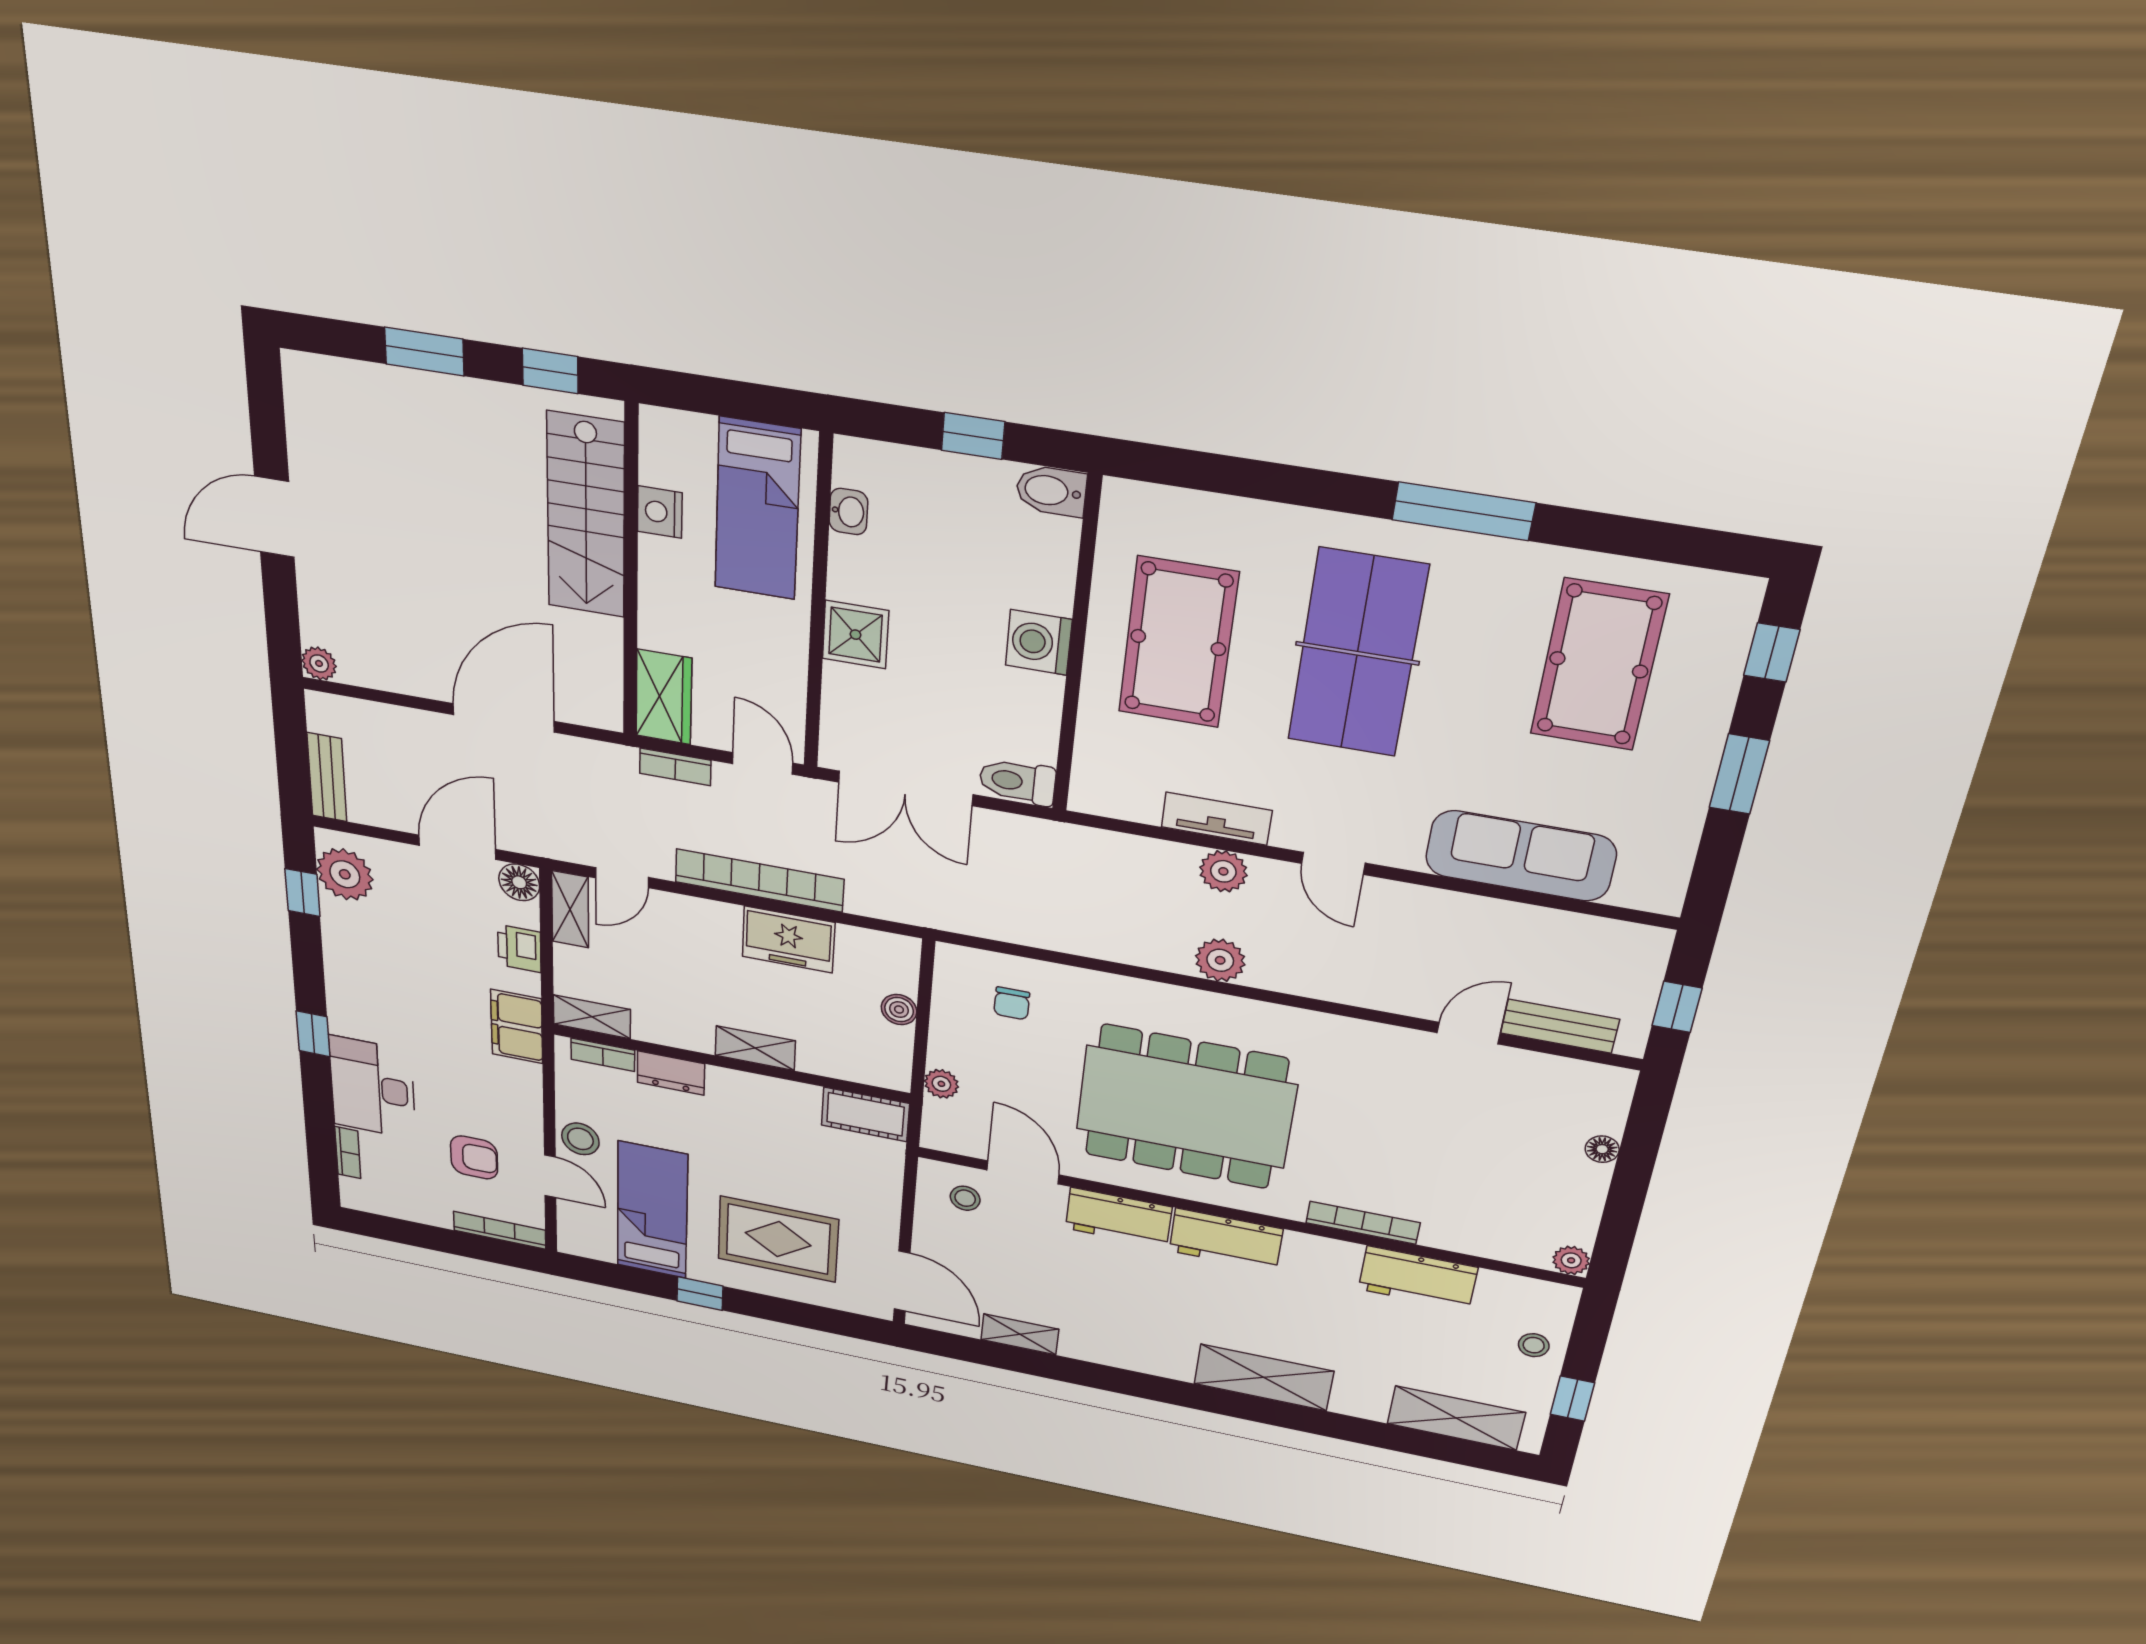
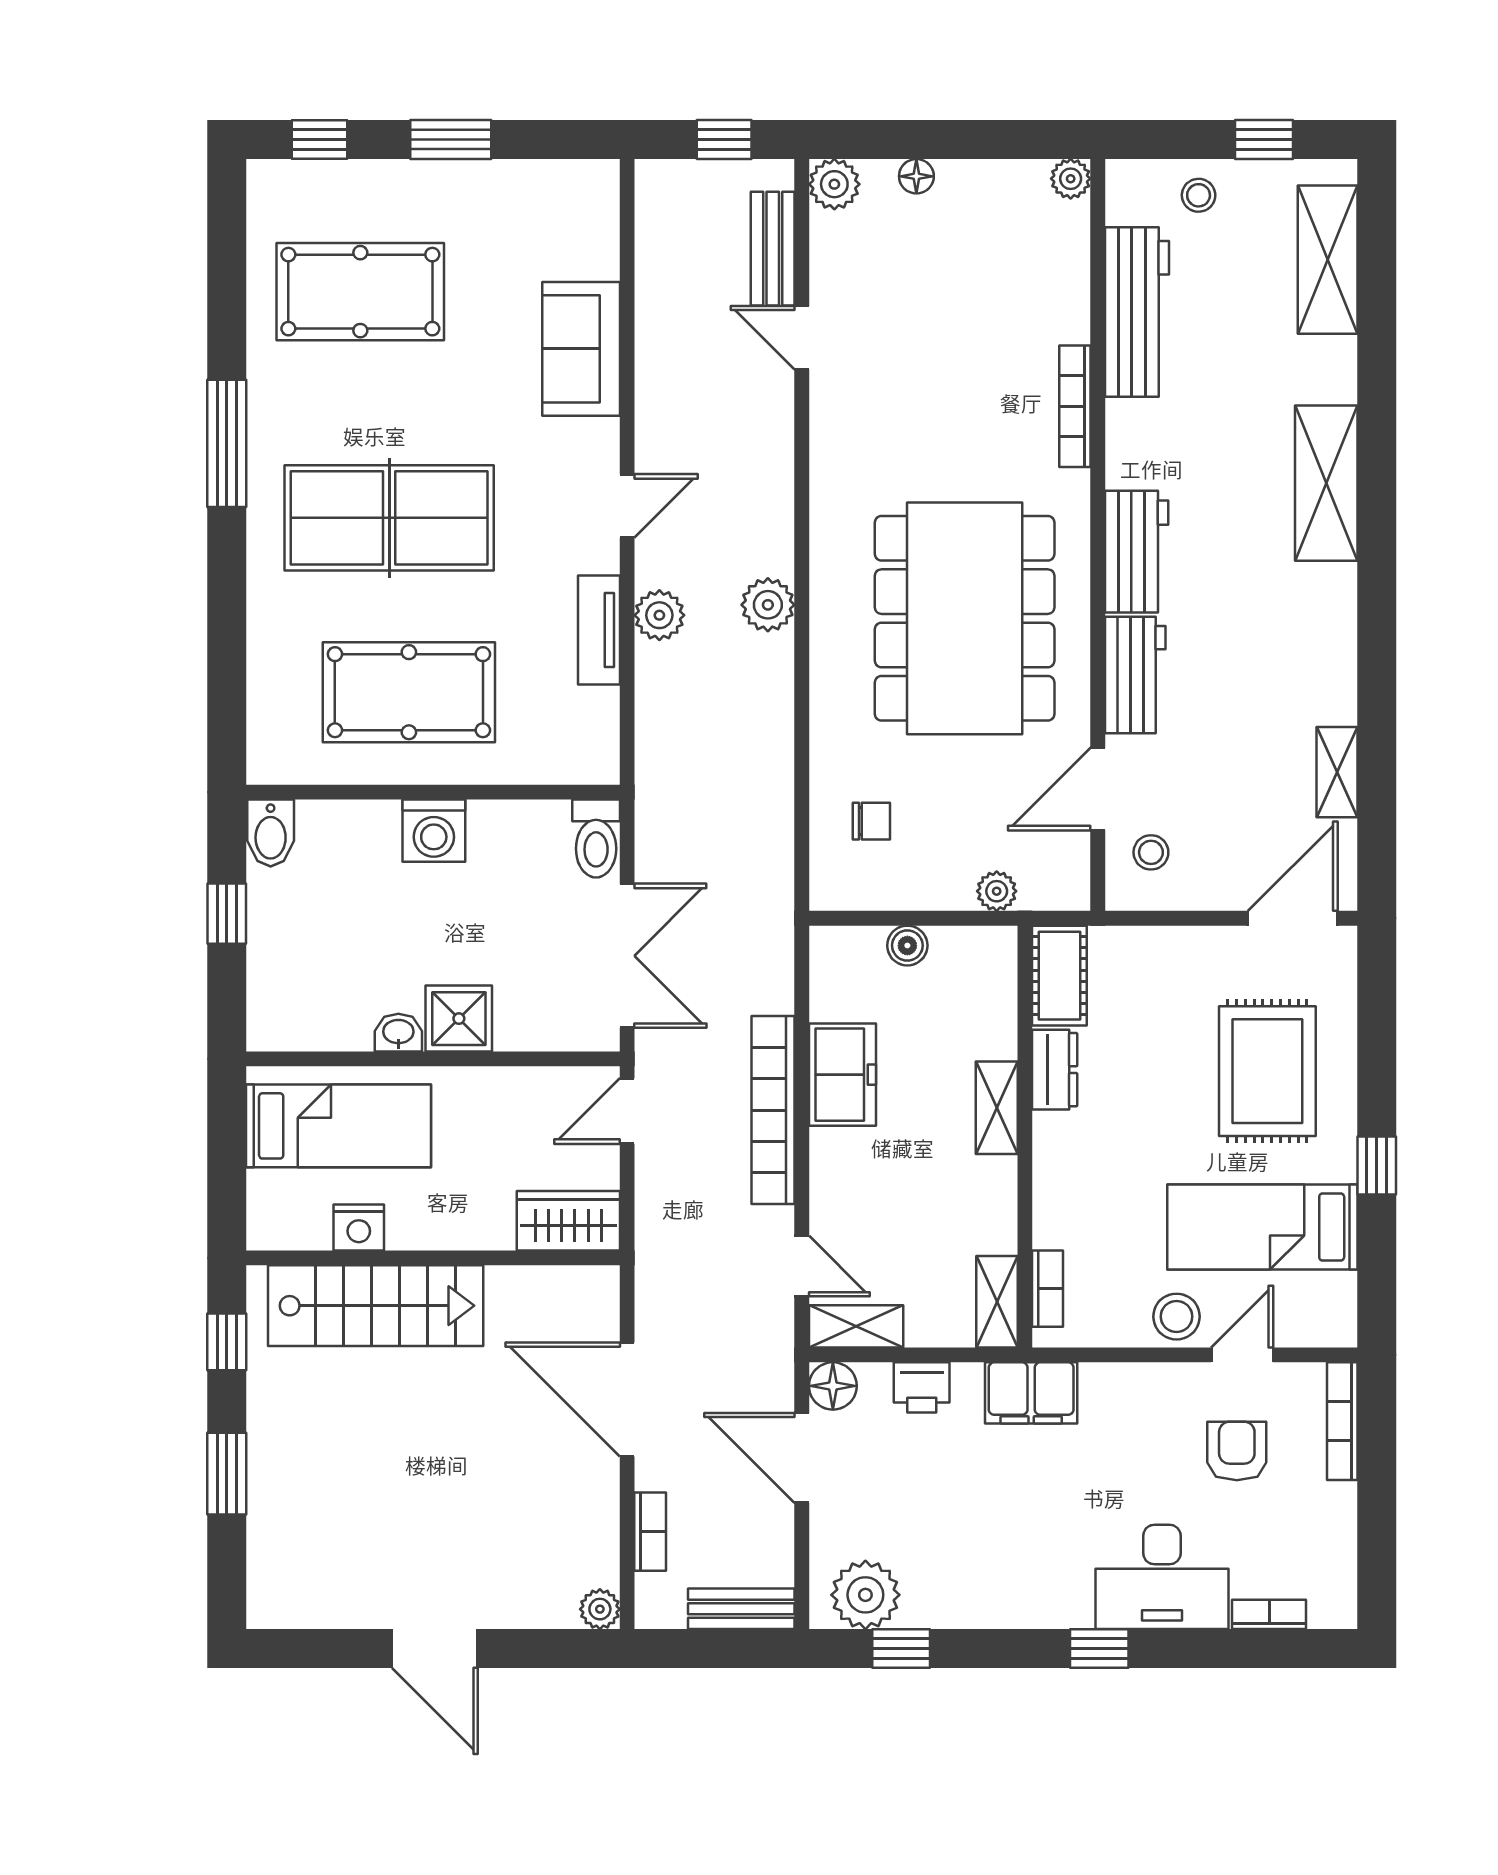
washbasin: (848, 512) -> (398, 1033), moved
bookcase: (675, 767) -> (650, 1532), moved
sofa: (1520, 856) -> (581, 349), width x0.73
dresser: (671, 1073) -> (1055, 1070), moved
plant: (1611, 1086) -> (834, 184), added
workbench: (1418, 1278) -> (1137, 312), width x1.38

